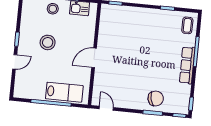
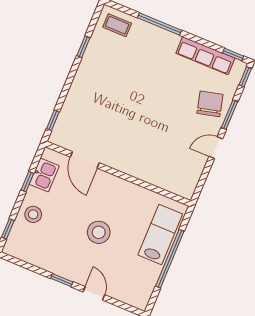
stool: (48, 42) -> (99, 232), moved
door: (94, 58) -> (85, 160), moved
row of seats: (187, 65) -> (205, 56), moved
door: (106, 108) -> (216, 148), moved

